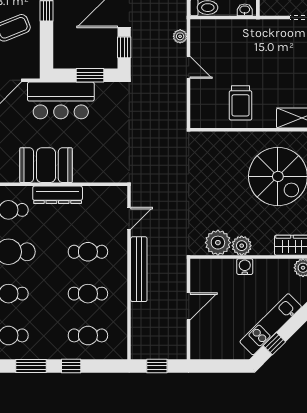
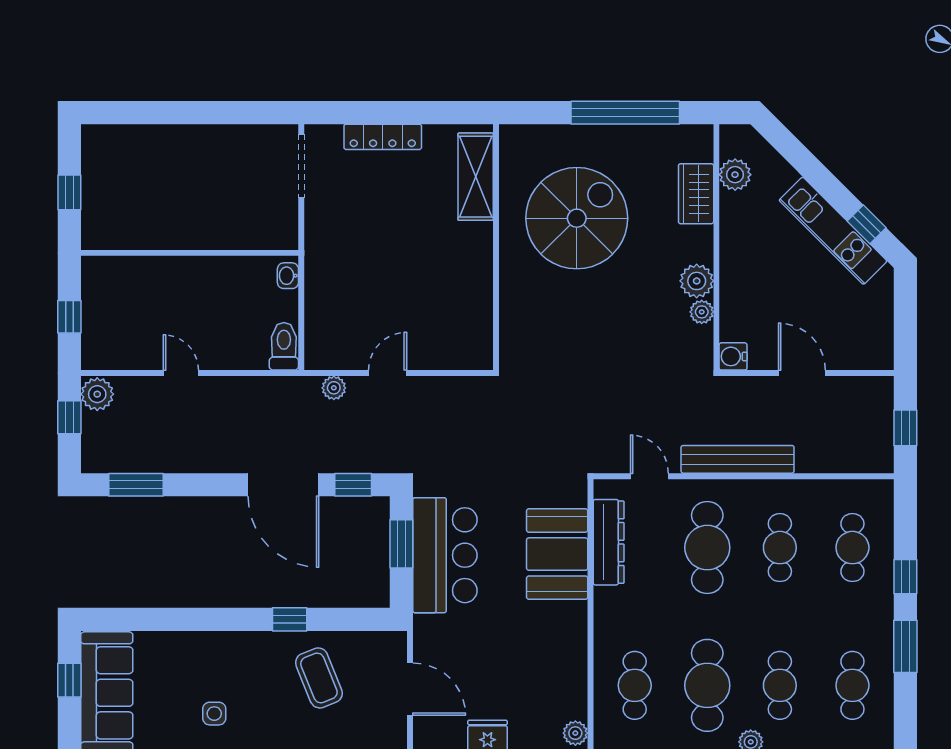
bar counter: (61, 100) -> (445, 555), moved
trolley: (241, 103) -> (449, 283), removed
booth: (46, 165) -> (557, 554), moved
dresser: (58, 195) -> (609, 542), moved
plant: (218, 243) -> (702, 312), width x0.53, depth x0.53
cafe table: (88, 252) -> (707, 548), width x1.37, depth x1.35
water cooler: (245, 267) -> (733, 356), moved

